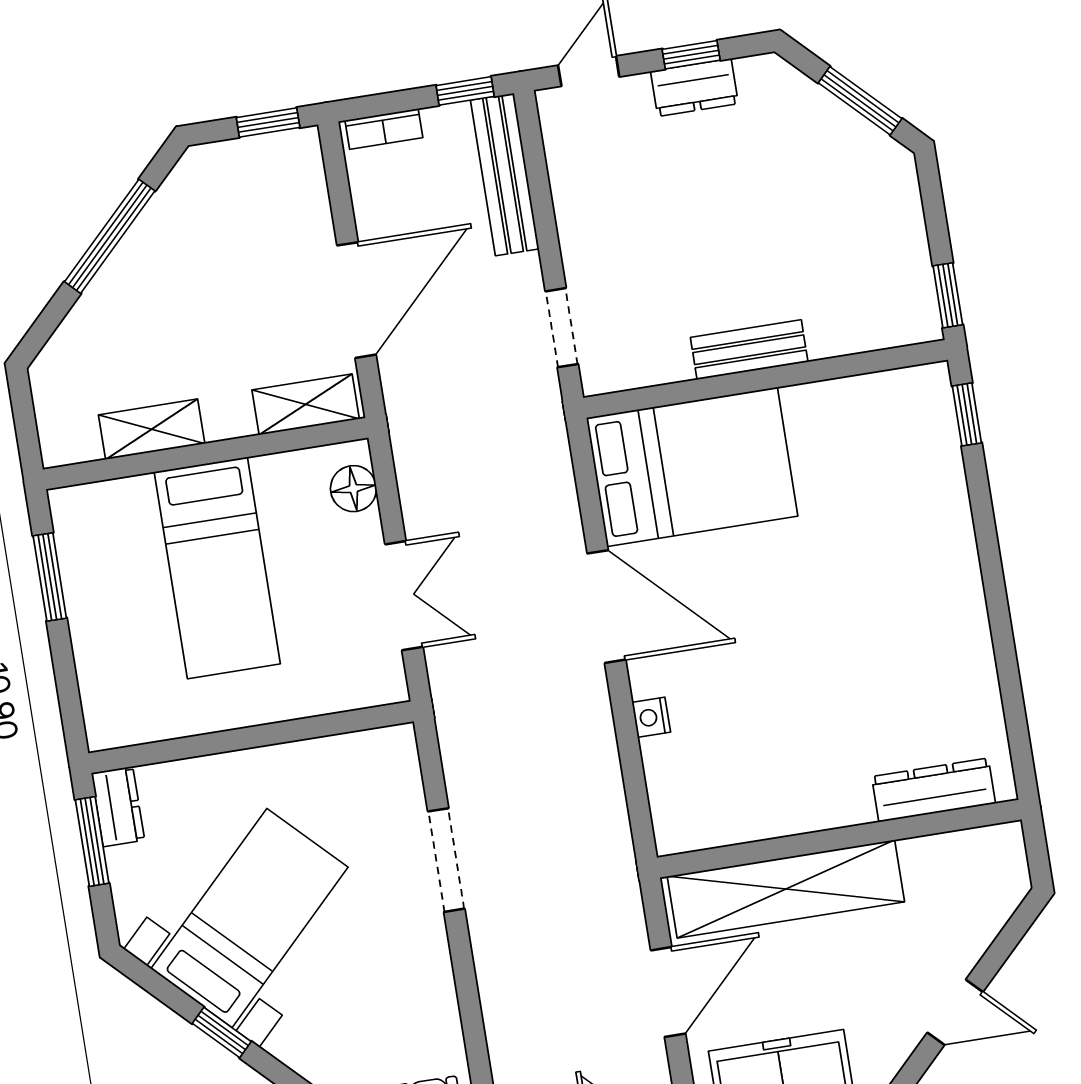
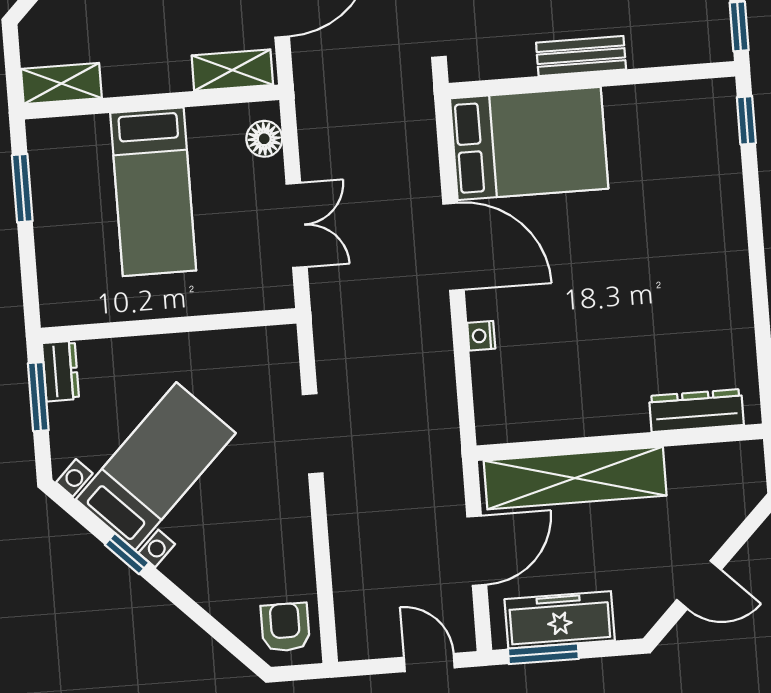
shelving: (152, 429) -> (61, 83), moved

